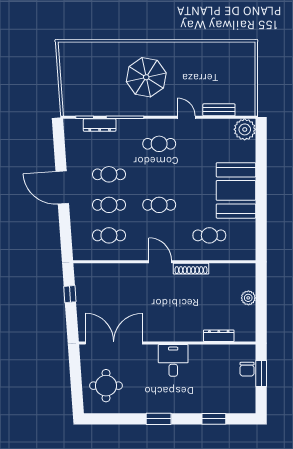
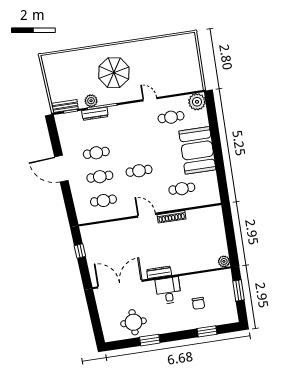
plant: (112, 108) -> (91, 101), added
bench: (219, 110) -> (65, 106), moved
dresser: (100, 125) -> (95, 114), moved
cafe table: (159, 144) -> (171, 117), moved
plant: (248, 298) -> (224, 261), moved
dresser: (219, 336) -> (159, 272), moved
chair: (247, 369) -> (198, 303), moved
round table: (106, 386) -> (134, 322), moved
window: (159, 419) -> (150, 340), moved

